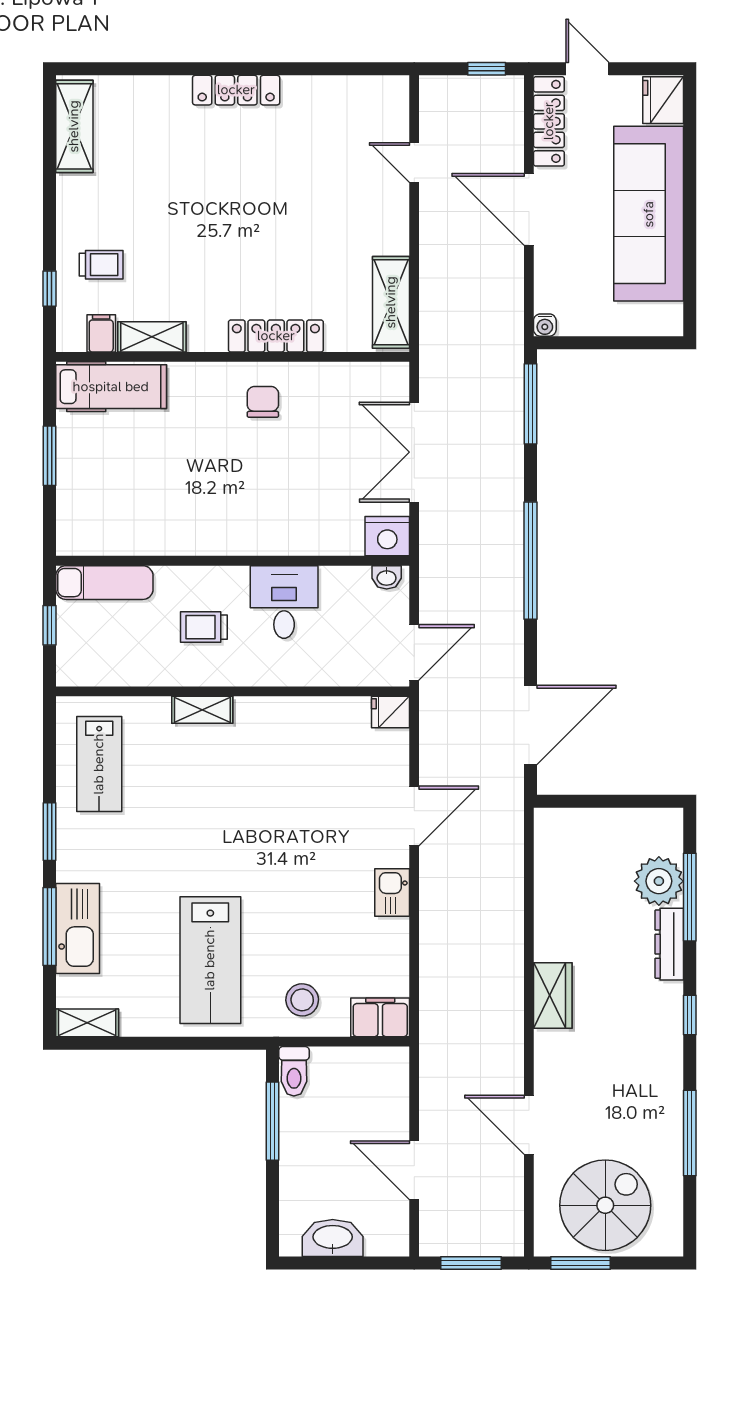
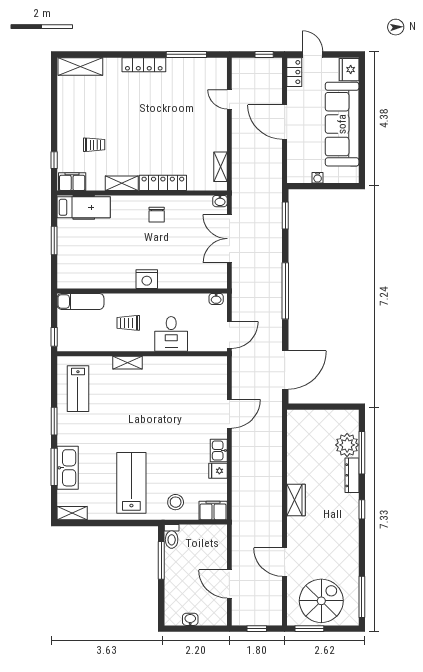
window: (325, 69) -> (186, 54), added
locker: (549, 121) -> (294, 72), width x0.66
shelving: (74, 126) -> (80, 66), moved, turned 90
trolley: (101, 265) -> (94, 145), moved
shelving: (391, 302) -> (220, 167), width x0.67, depth x0.75
water cooler: (545, 325) -> (318, 178), moved
filing cabinet: (101, 333) -> (72, 182), width x2.00
shelving: (152, 337) -> (122, 183), moved
washbasin: (395, 374) -> (220, 201), added
chair: (263, 402) -> (157, 215), turned 180
window: (530, 404) -> (285, 216), width x0.69
nightstand: (387, 536) -> (147, 279), moved
desk: (284, 602) -> (171, 334), moved, turned 180
window: (50, 625) -> (54, 337), moved
fridge: (390, 712) -> (218, 471), moved
lab bench: (210, 960) -> (131, 483), turned 180
window: (690, 1133) -> (362, 597), moved
washbasin: (333, 1238) -> (190, 619), width x0.52, depth x0.69
window: (471, 1263) -> (257, 629), width x0.67

